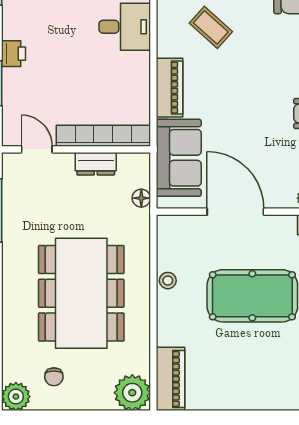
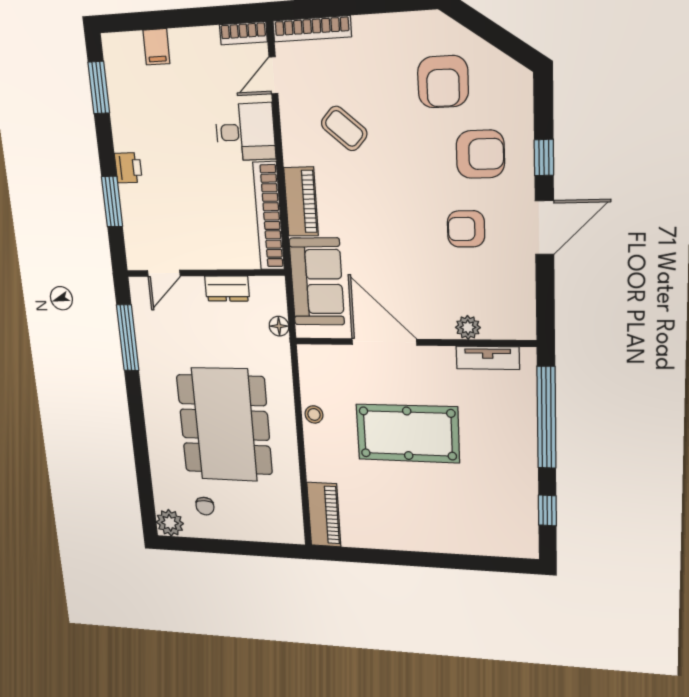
bookcase: (103, 136) -> (269, 216), moved, turned -90
door: (37, 149) -> (164, 273), swing flipped
plant: (132, 393) -> (285, 526), removed

